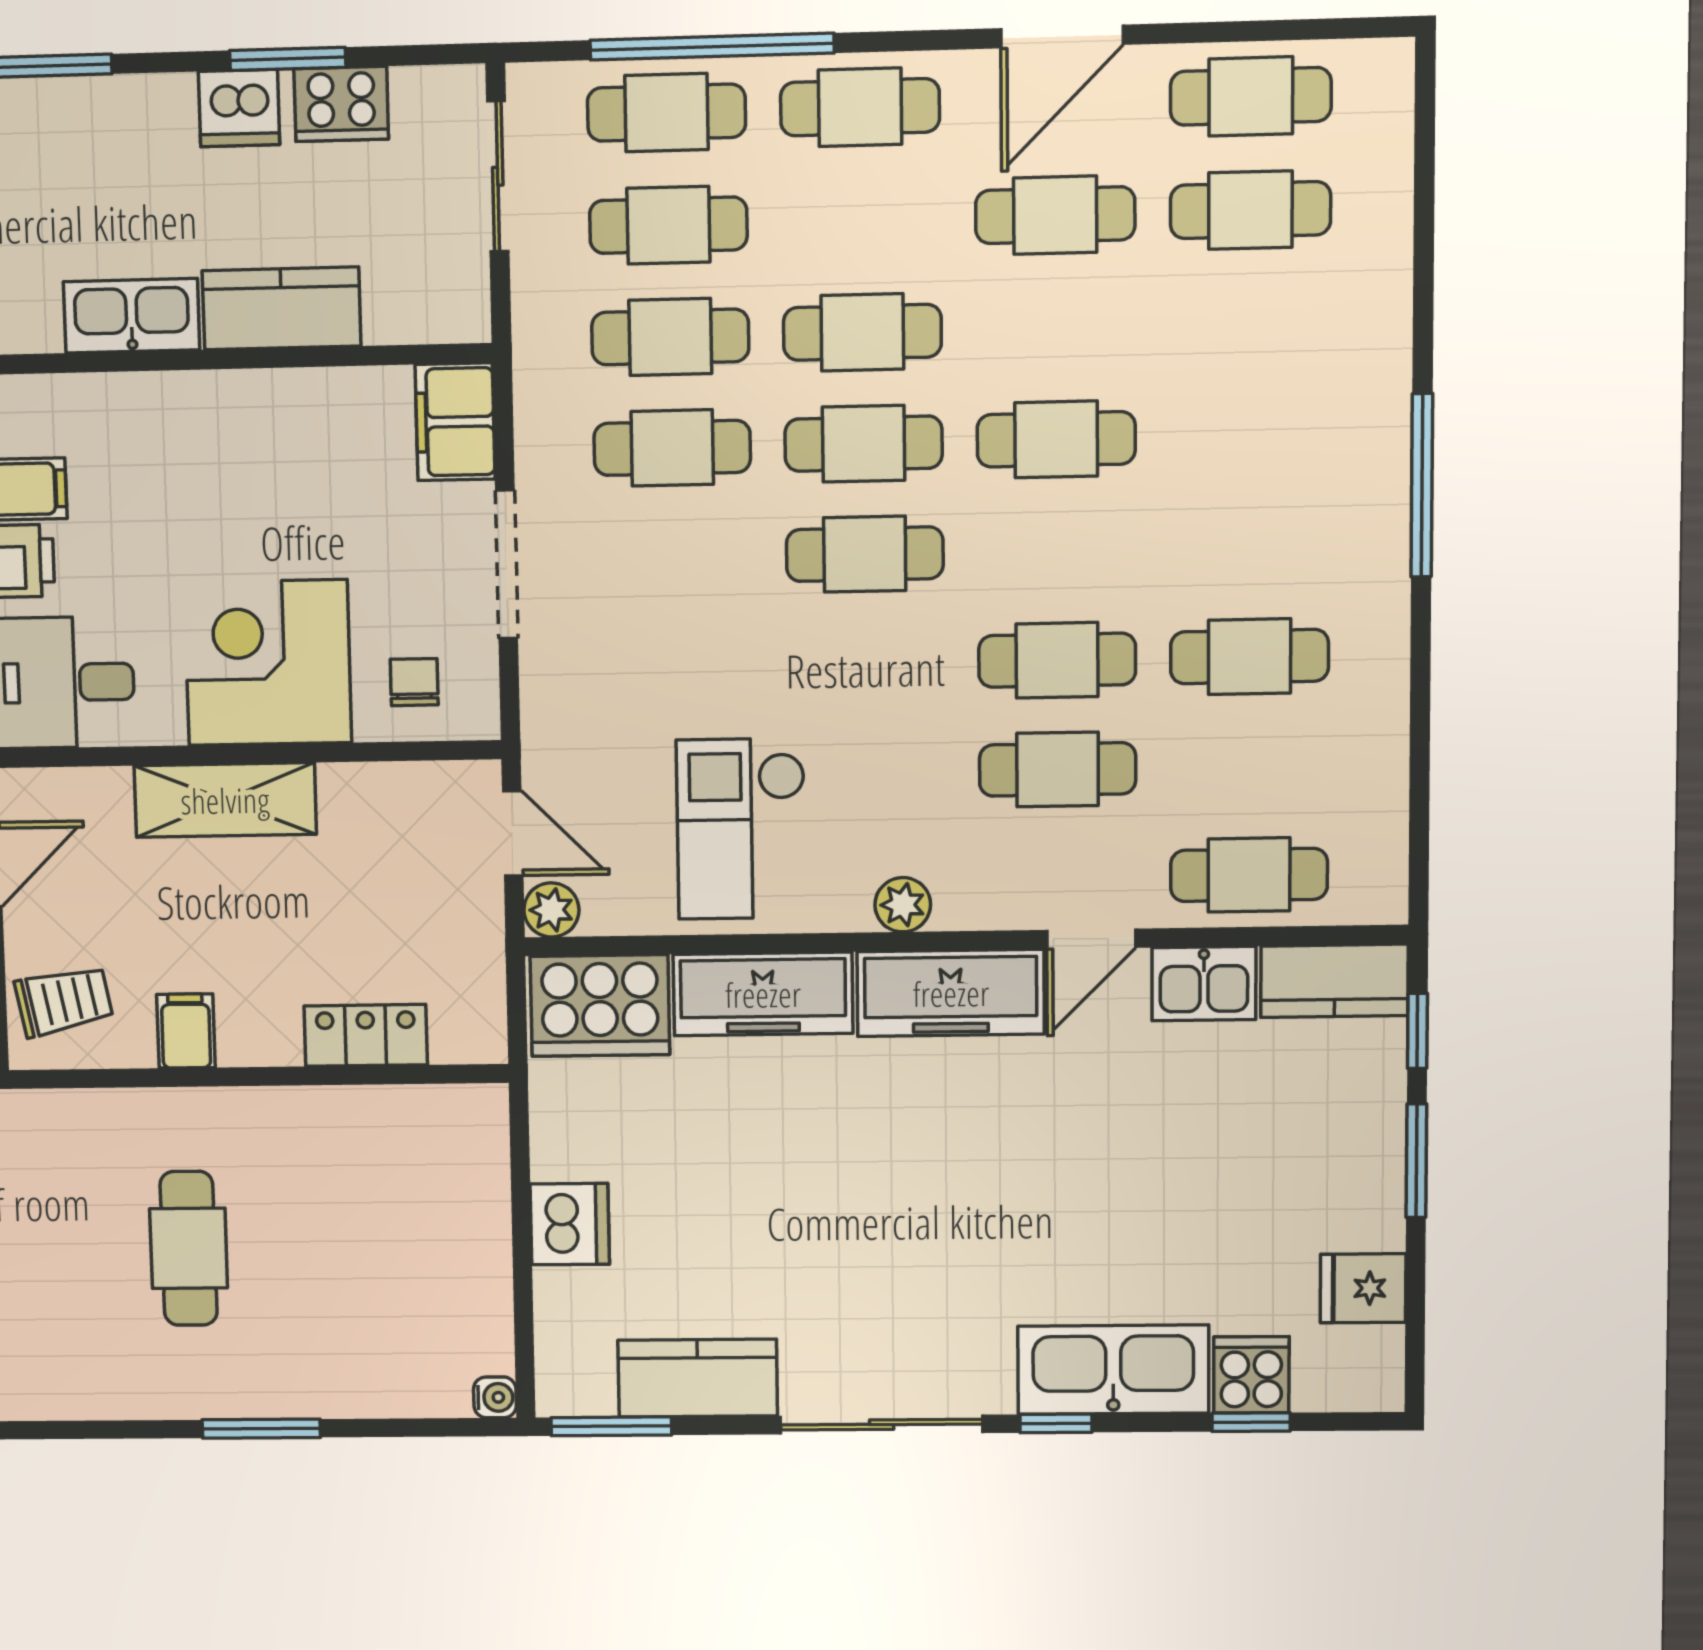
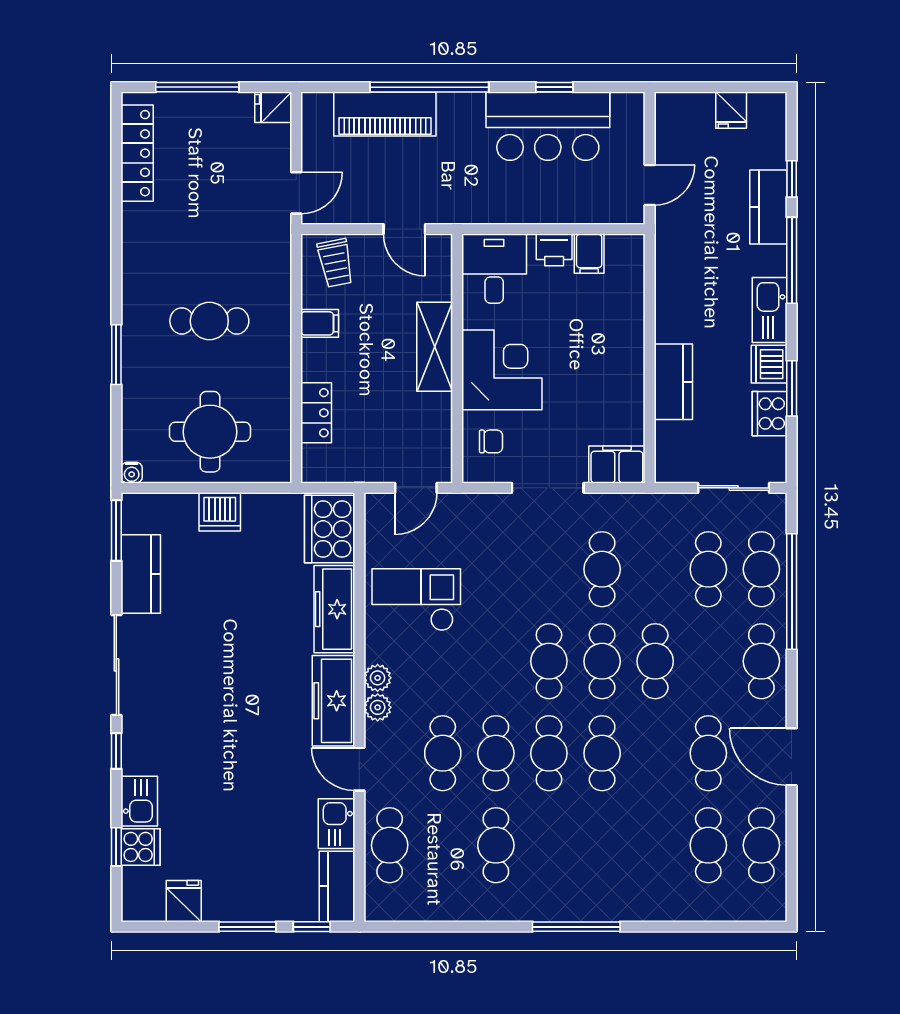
kitchen sink: (131, 316) -> (770, 310), moved, turned 180
cafe table: (670, 337) -> (549, 753), moved
plant: (551, 910) -> (378, 707), moved
round table: (409, 1245) -> (210, 432), added
kitchen sink: (1113, 1370) -> (139, 801), width x0.53, depth x0.81

